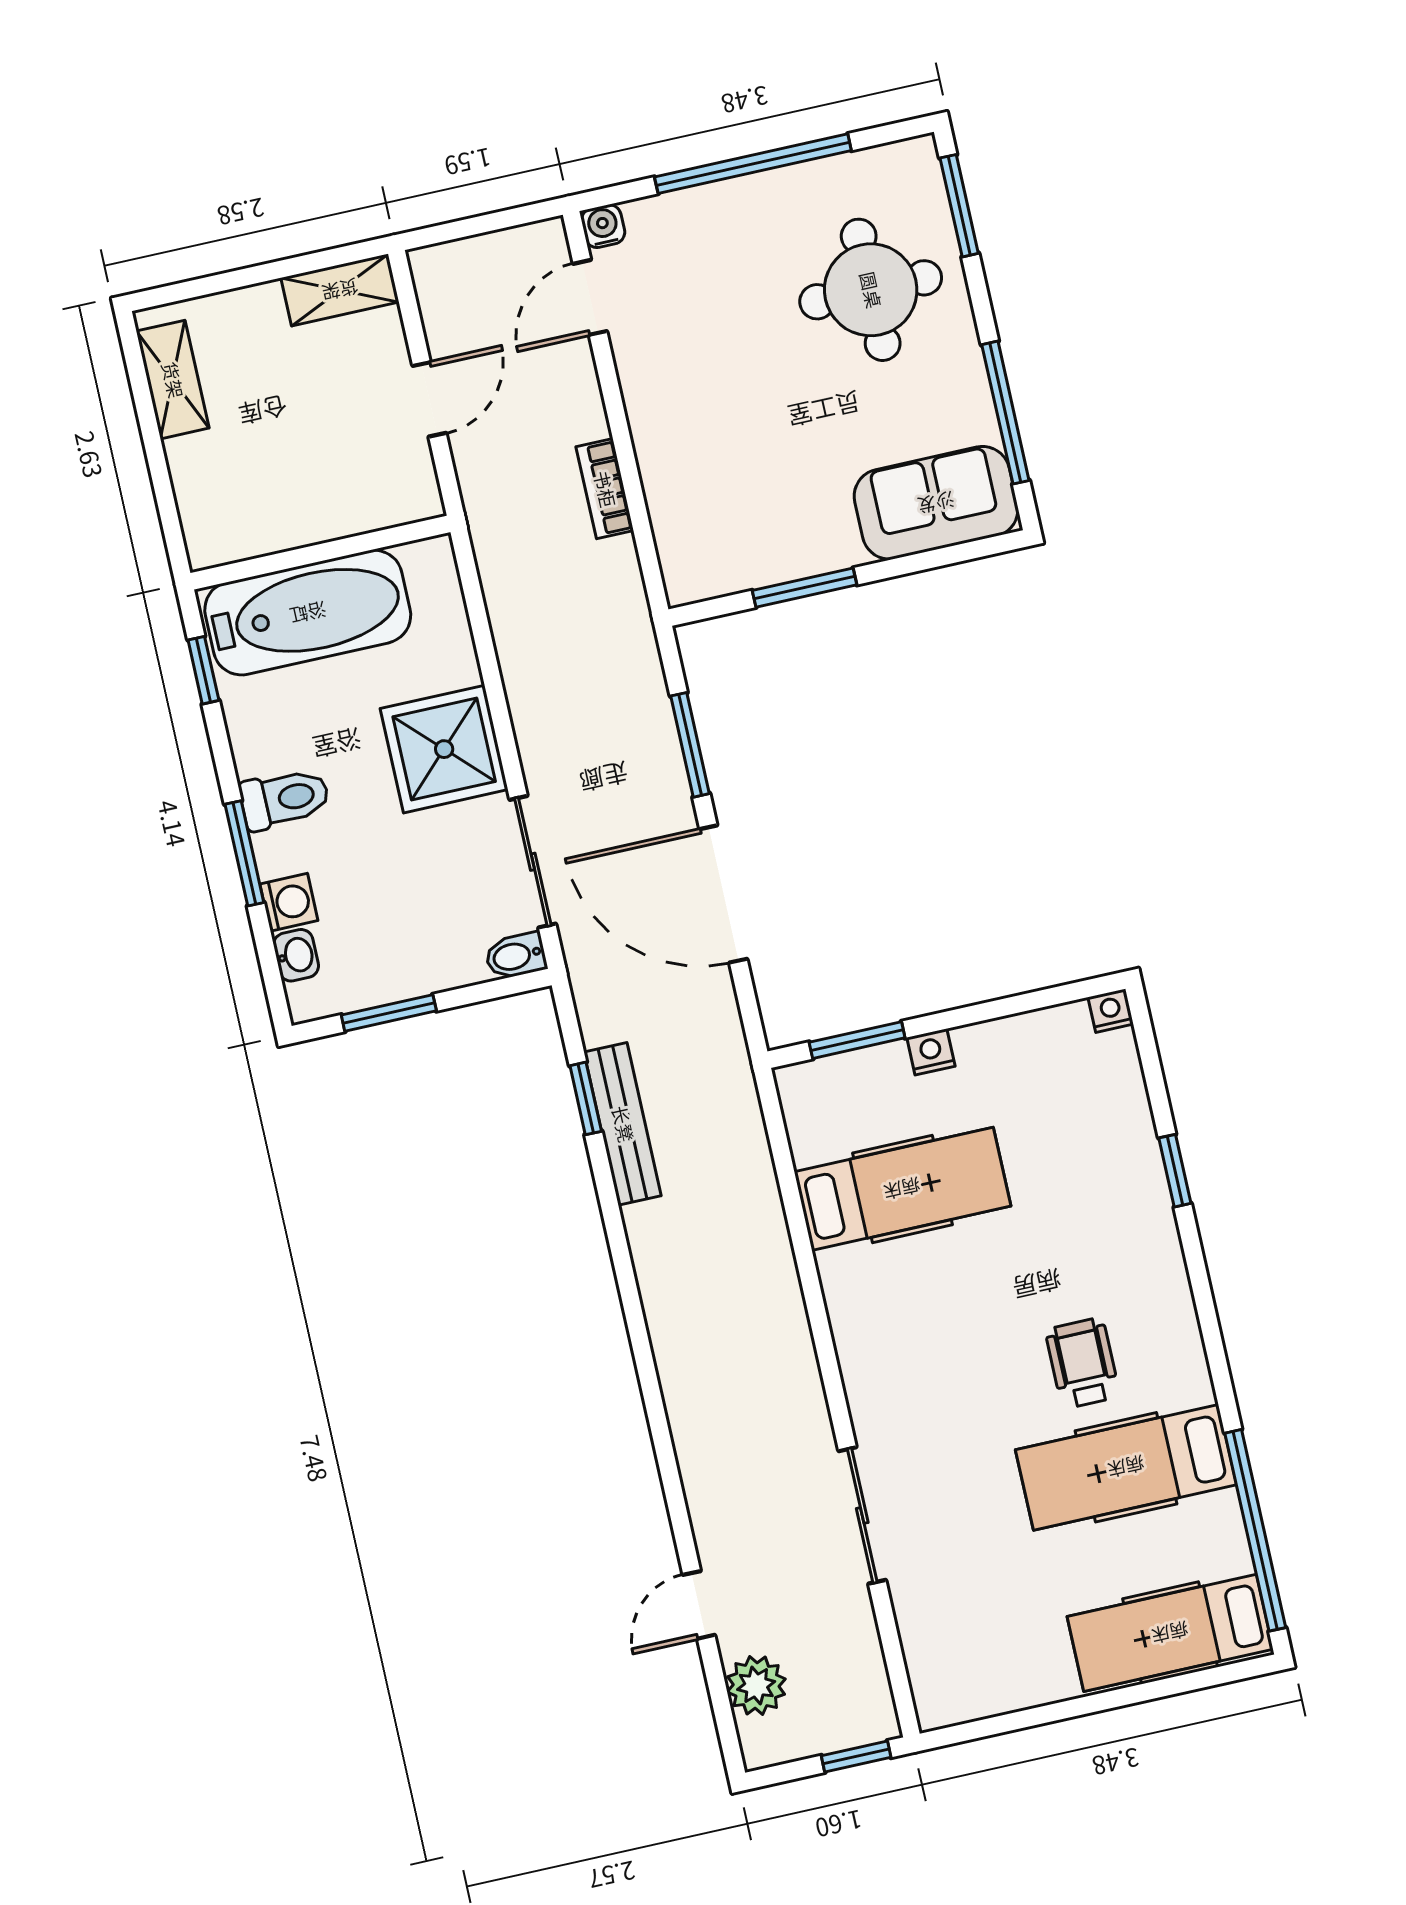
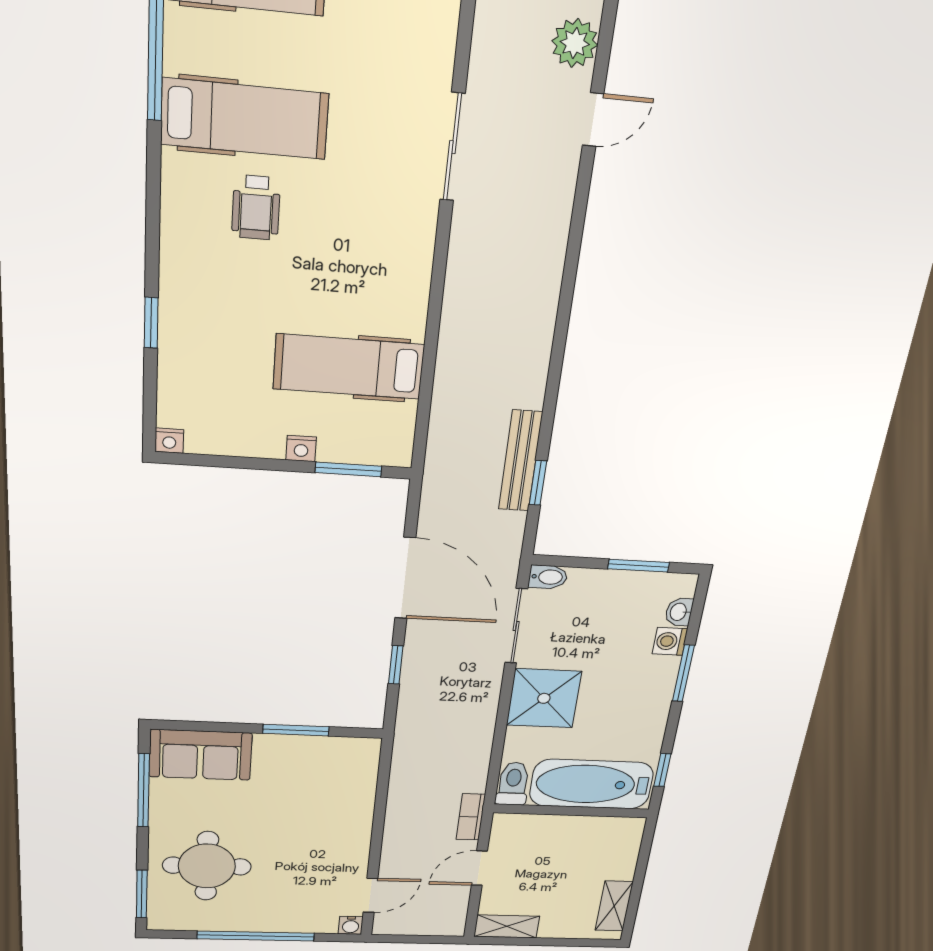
bookcase: (605, 489) -> (471, 817), moved, turned 180
window: (690, 745) -> (396, 665), width x0.67
toilet: (285, 799) -> (513, 784), moved, turned 90

